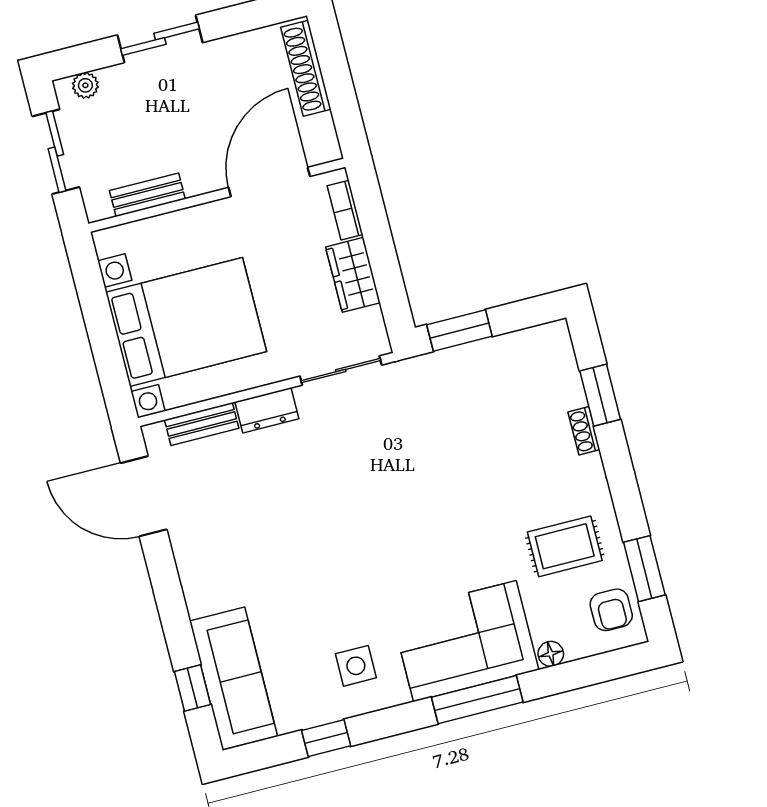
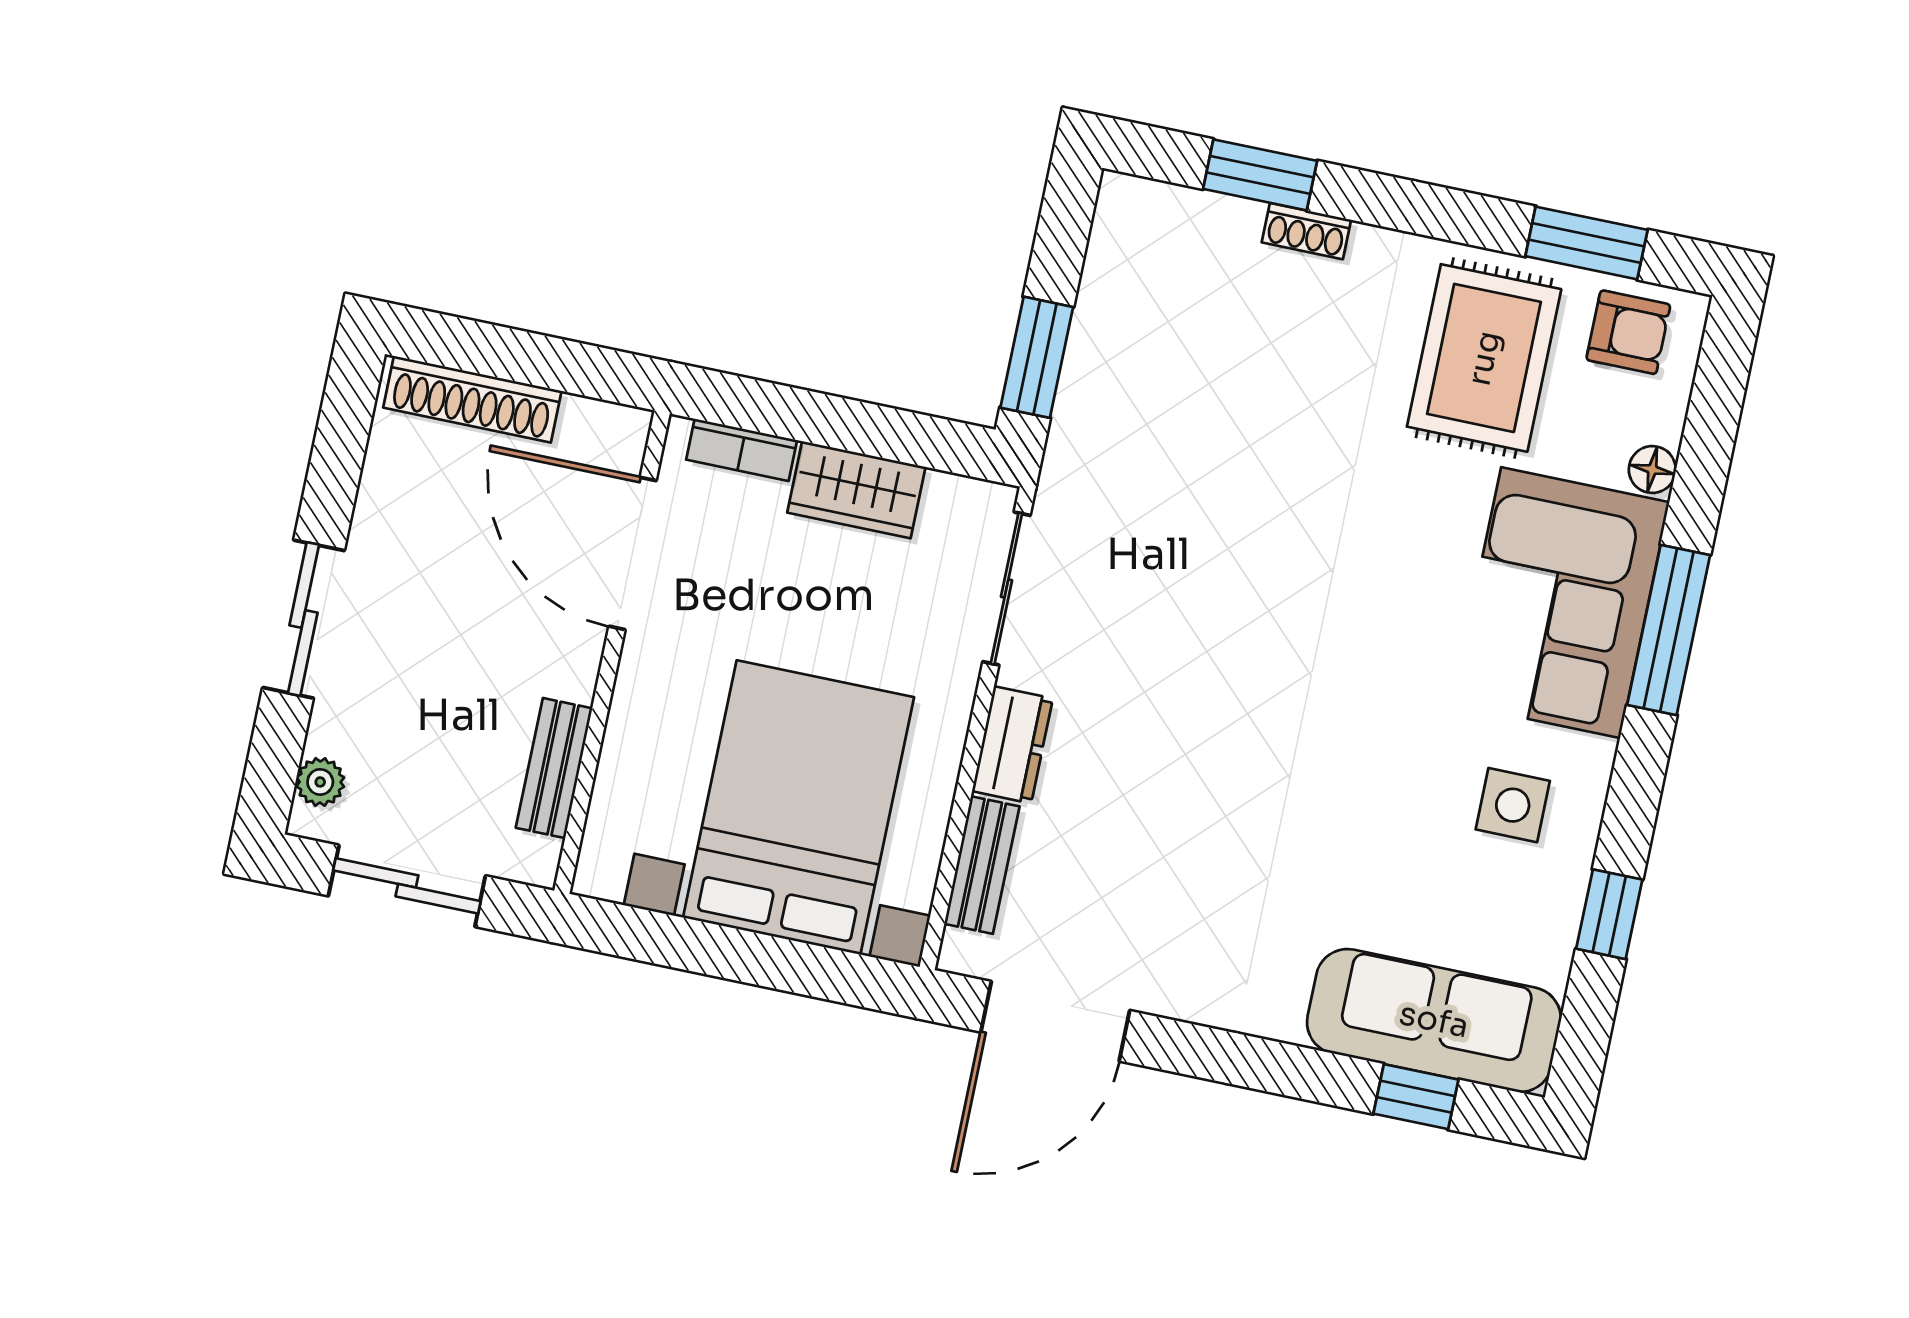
rug: (565, 546) -> (1484, 358), width x1.36, depth x1.43

